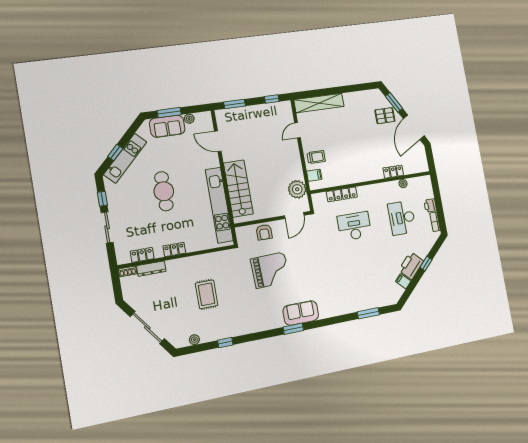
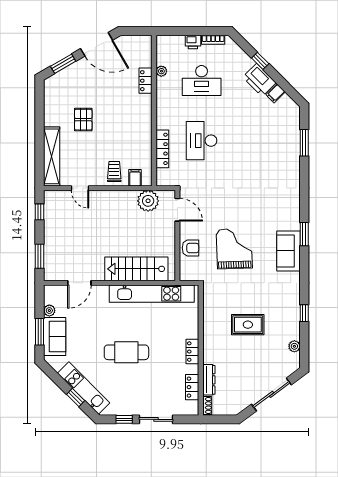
pallet: (385, 116) -> (83, 120), moved
sofa: (301, 313) -> (289, 251), moved

